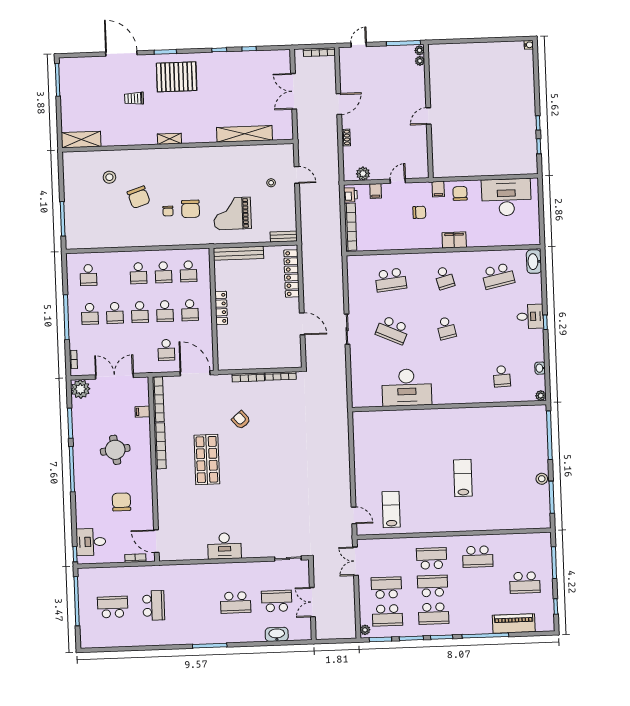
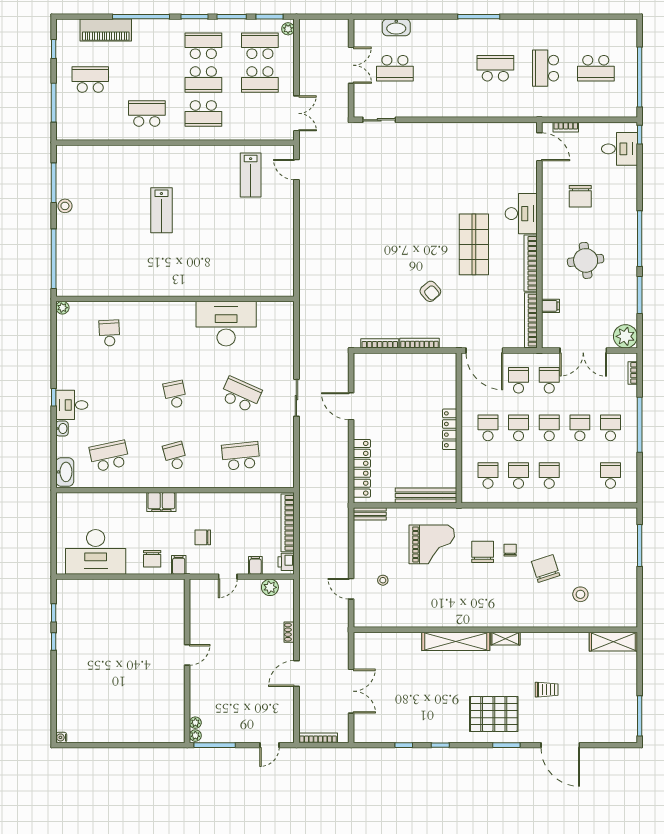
shelving: (245, 134) -> (456, 641), moved
school desk: (141, 351) -> (549, 380), added
washbasin: (540, 368) -> (62, 429), moved
desk: (224, 546) -> (521, 214), moved, turned 90
school desk: (236, 603) -> (495, 68), moved

